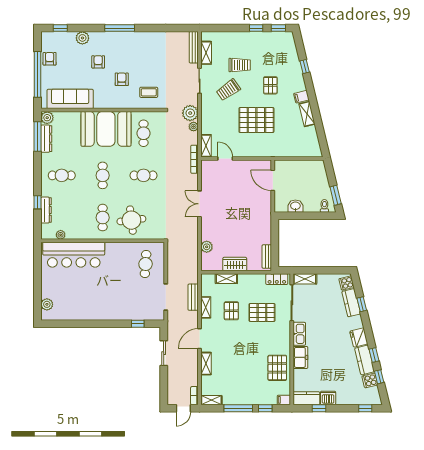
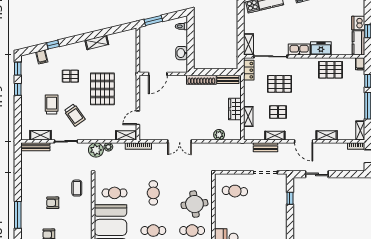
armchair: (122, 79) -> (53, 203), moved
filing cabinet: (301, 97) -> (42, 57), moved
window: (336, 195) -> (153, 20), moved
shoe rack: (266, 228) -> (201, 80), added
pallet: (262, 312) -> (280, 84), turned 90

